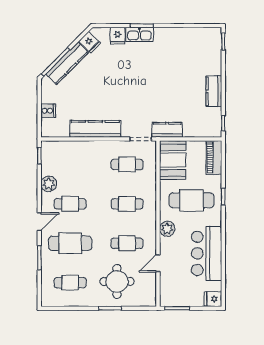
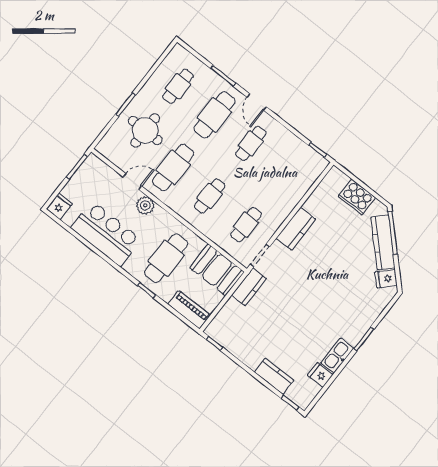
kitchen sink: (139, 34) -> (337, 356), moved
fridge: (118, 36) -> (320, 375), moved
kitchen counter: (214, 91) -> (274, 376), moved
cooker: (48, 111) -> (357, 197), width x1.87, depth x1.31
kitchen counter: (95, 129) -> (296, 229), width x0.67
plant: (49, 184) -> (285, 138), removed
plant: (167, 229) -> (145, 205), moved
cafe table: (127, 243) -> (173, 167), width x1.37, depth x1.35
door: (158, 263) -> (132, 182), hinge flipped

